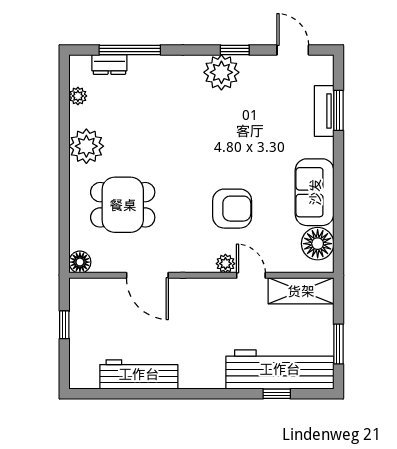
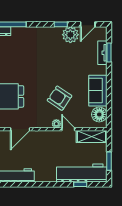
door: (293, 50) -> (88, 24), swing flipped
plant: (221, 72) -> (70, 35), moved
armchair: (232, 209) -> (59, 98), turned -146
door: (147, 275) -> (20, 129), hinge flipped

